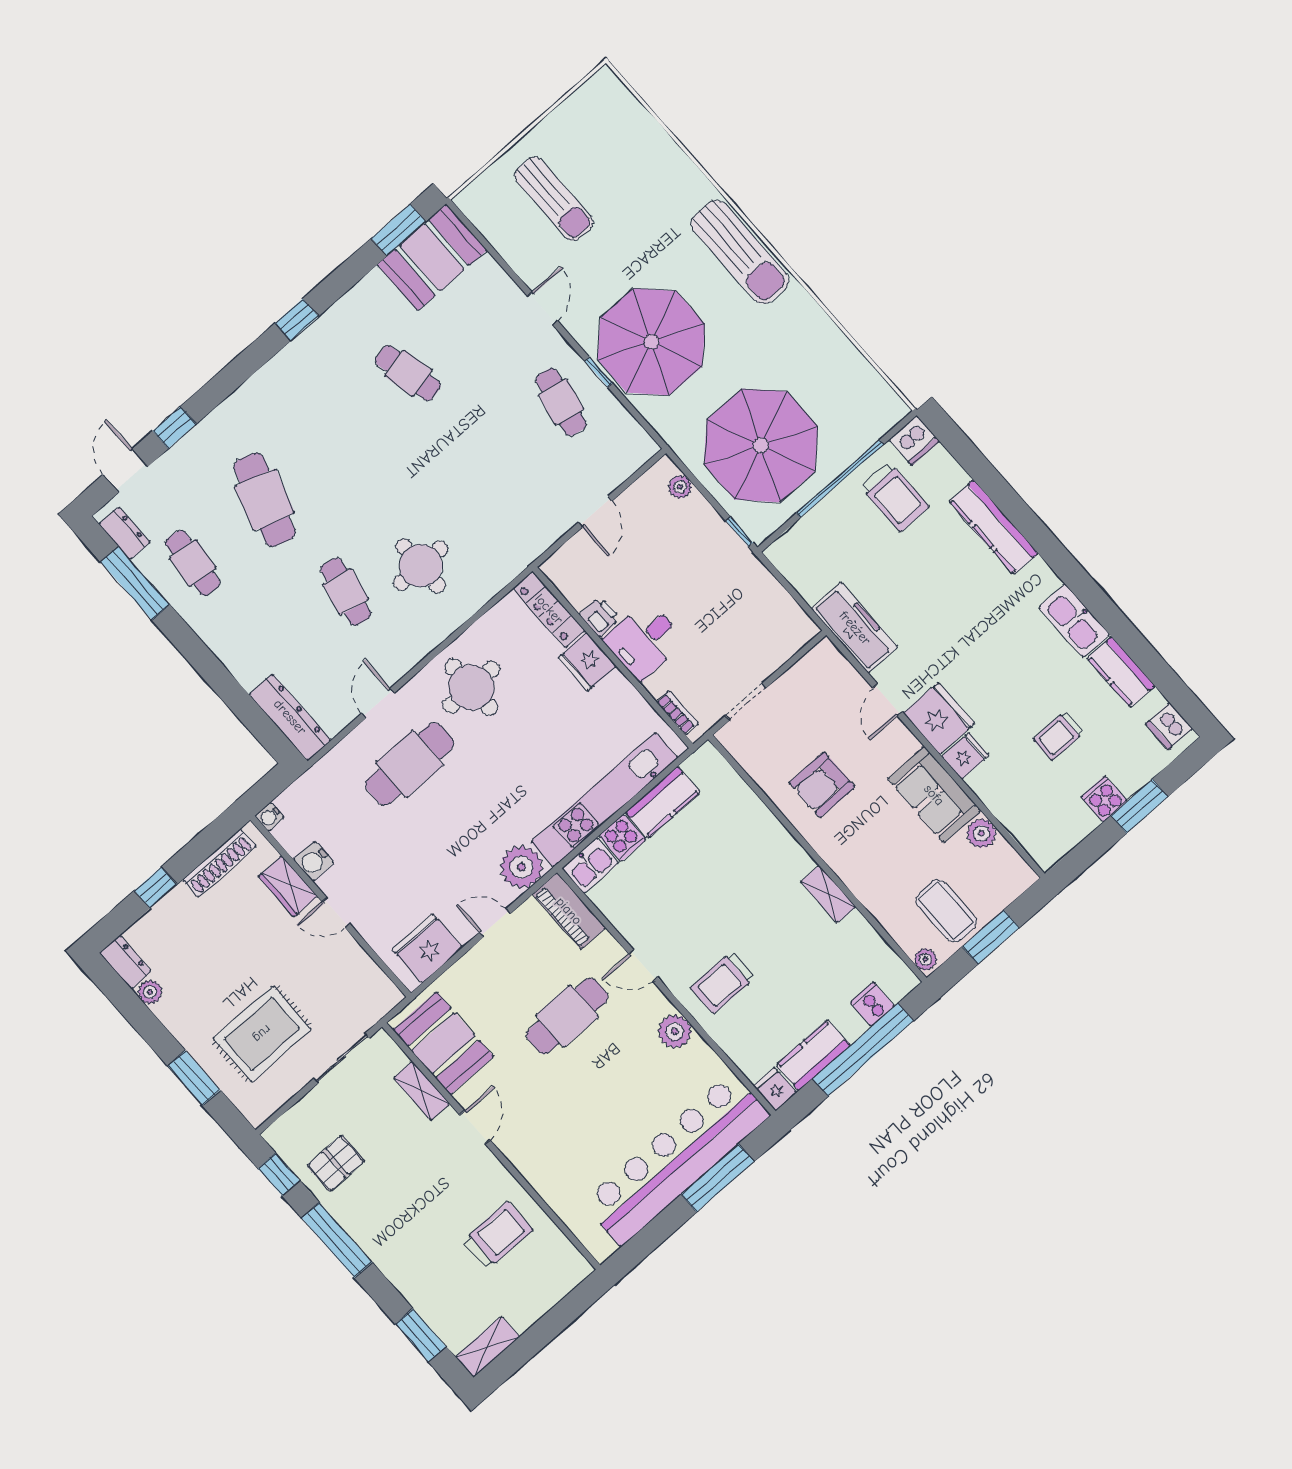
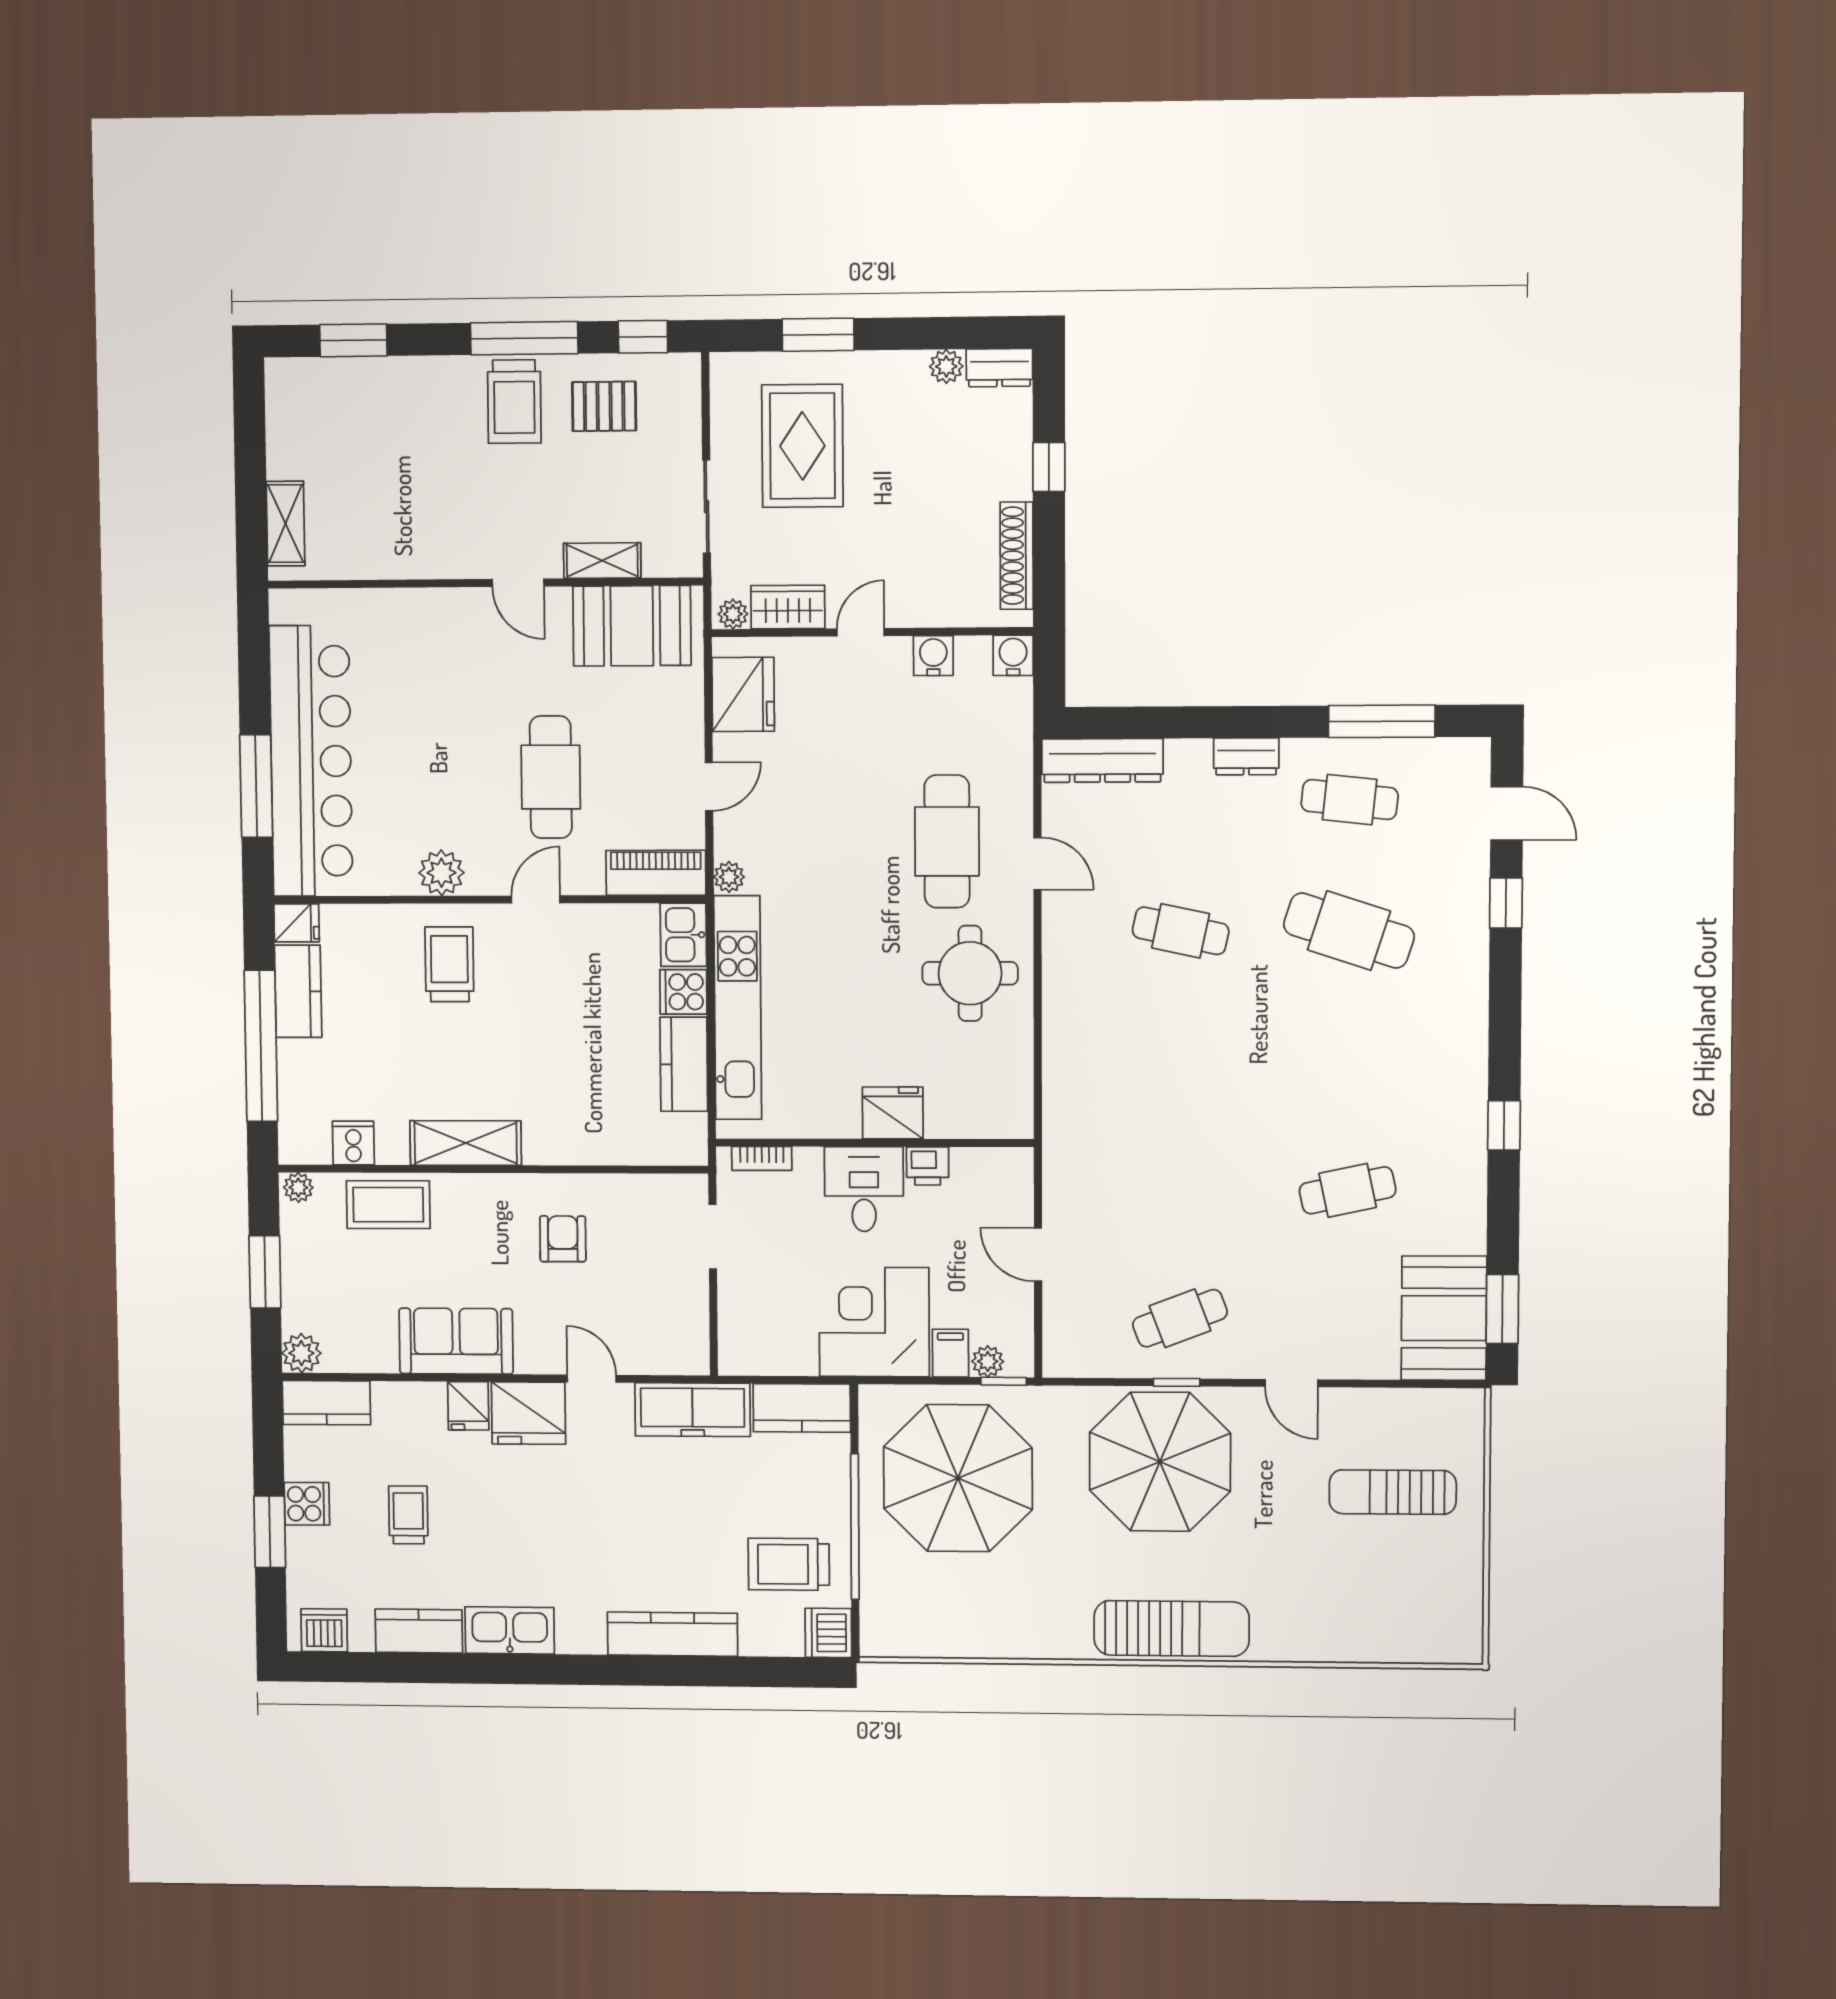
sun lounger: (740, 252) -> (1172, 1628), turned 180
cafe table: (561, 402) -> (1180, 1318), turned -33
filing cabinet: (694, 512) -> (950, 1353), added
window: (739, 532) -> (1004, 1381), moved
dresser: (124, 533) -> (1246, 756), moved
round table: (421, 566) -> (1140, 1030), removed
kitchen counter: (799, 567) -> (802, 1408), added
corner desk: (714, 569) -> (874, 1322), added
locker: (549, 609) -> (980, 1121), removed
armchair: (822, 785) -> (563, 1239), width x0.72, depth x0.72
water cooler: (270, 817) -> (1013, 655), width x1.38, depth x1.38
plant: (981, 833) -> (301, 1353), moved
kitchen counter: (1035, 838) -> (326, 1403), added
plant: (521, 867) -> (729, 877), width x0.53, depth x0.53
wardrobe: (288, 886) -> (788, 607), moved
shelving: (828, 894) -> (466, 1143), width x1.50, depth x1.33
coffee table: (946, 911) -> (388, 1205), moved
plant: (388, 992) -> (733, 614), added
cooker: (872, 1004) -> (353, 1143), moved, turned -90
pallet: (336, 1163) -> (604, 406), turned 90
trolley: (498, 1235) -> (514, 402), moved
shelving: (488, 1347) -> (286, 524), moved

